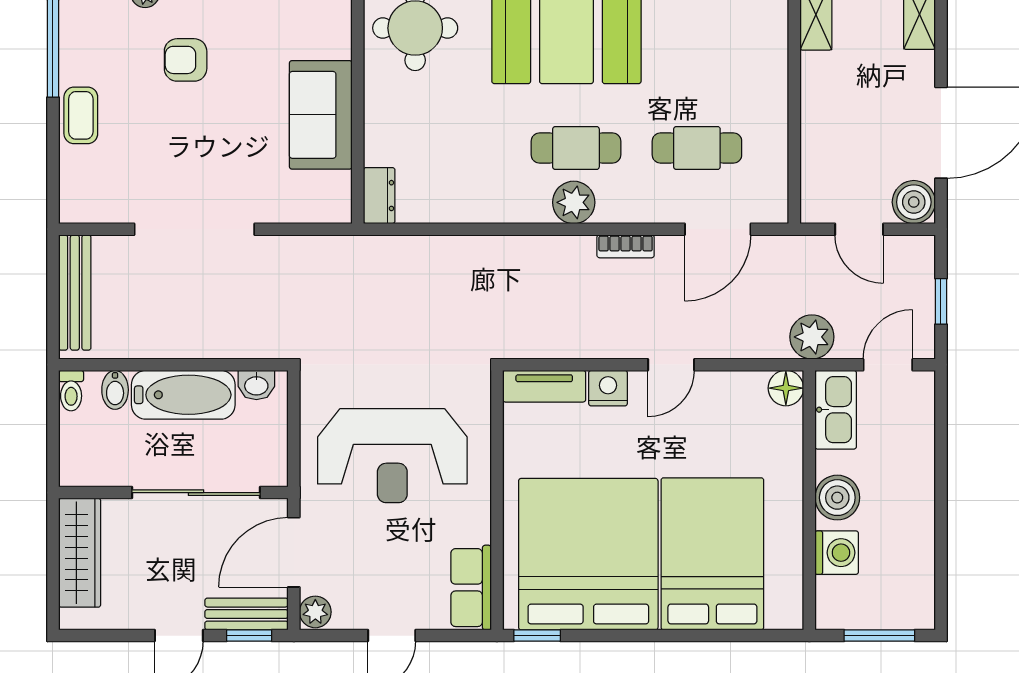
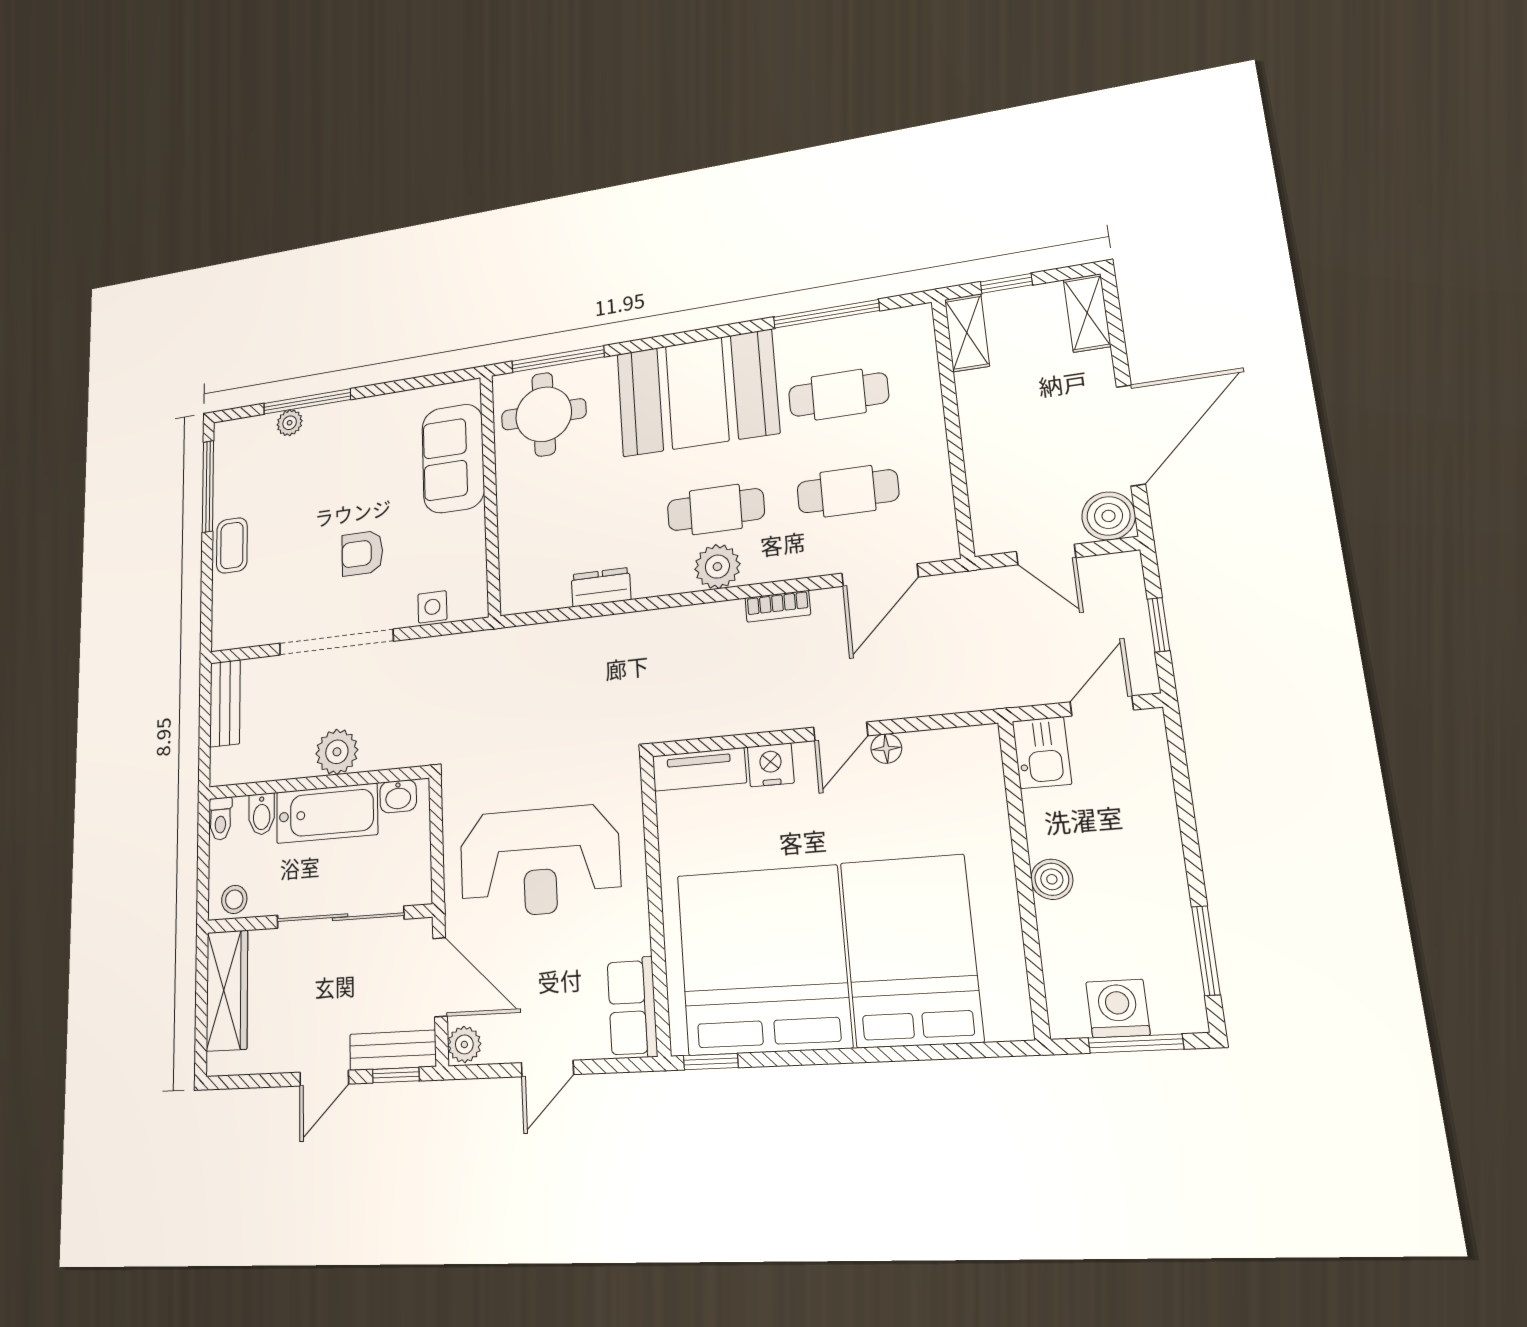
cafe table: (697, 55) -> (838, 395), added
armchair: (186, 60) -> (362, 553), moved
sofa: (321, 115) -> (453, 458), moved
dresser: (379, 196) -> (601, 587), moved, turned -90
side table: (295, 206) -> (432, 607), added
bench: (75, 293) -> (225, 703), width x0.73
plant: (812, 337) -> (337, 752), moved
floor lamp: (786, 388) -> (886, 748), moved, width x0.73, depth x0.73
kitchen sink: (836, 410) -> (1042, 753), width x0.73
stool: (87, 469) -> (234, 899), added
boiler: (837, 498) -> (1052, 879), width x0.73, depth x0.73
door: (294, 552) -> (440, 977), swing flipped
washing machine: (837, 553) -> (1118, 1008), moved, turned -90
window: (941, 567) -> (1206, 951), added

